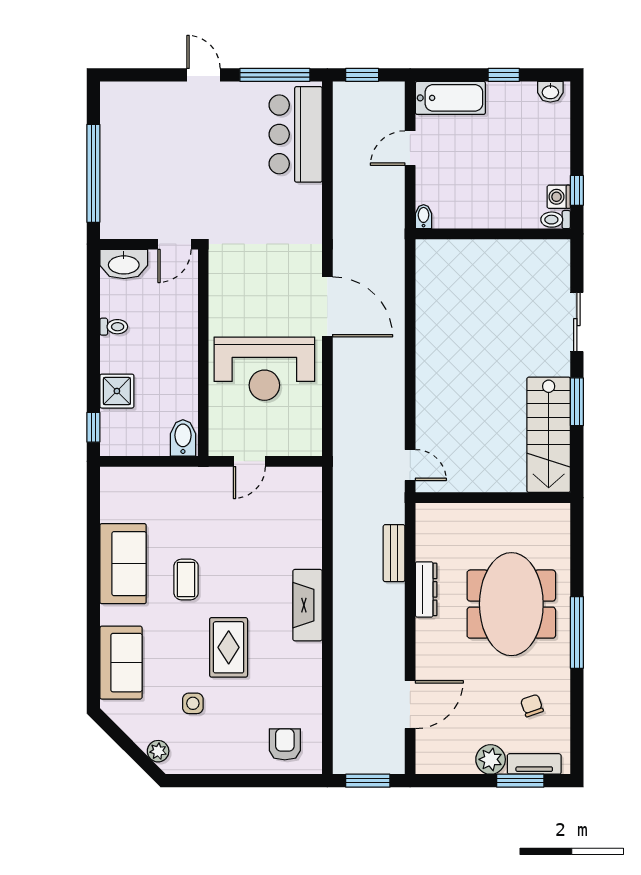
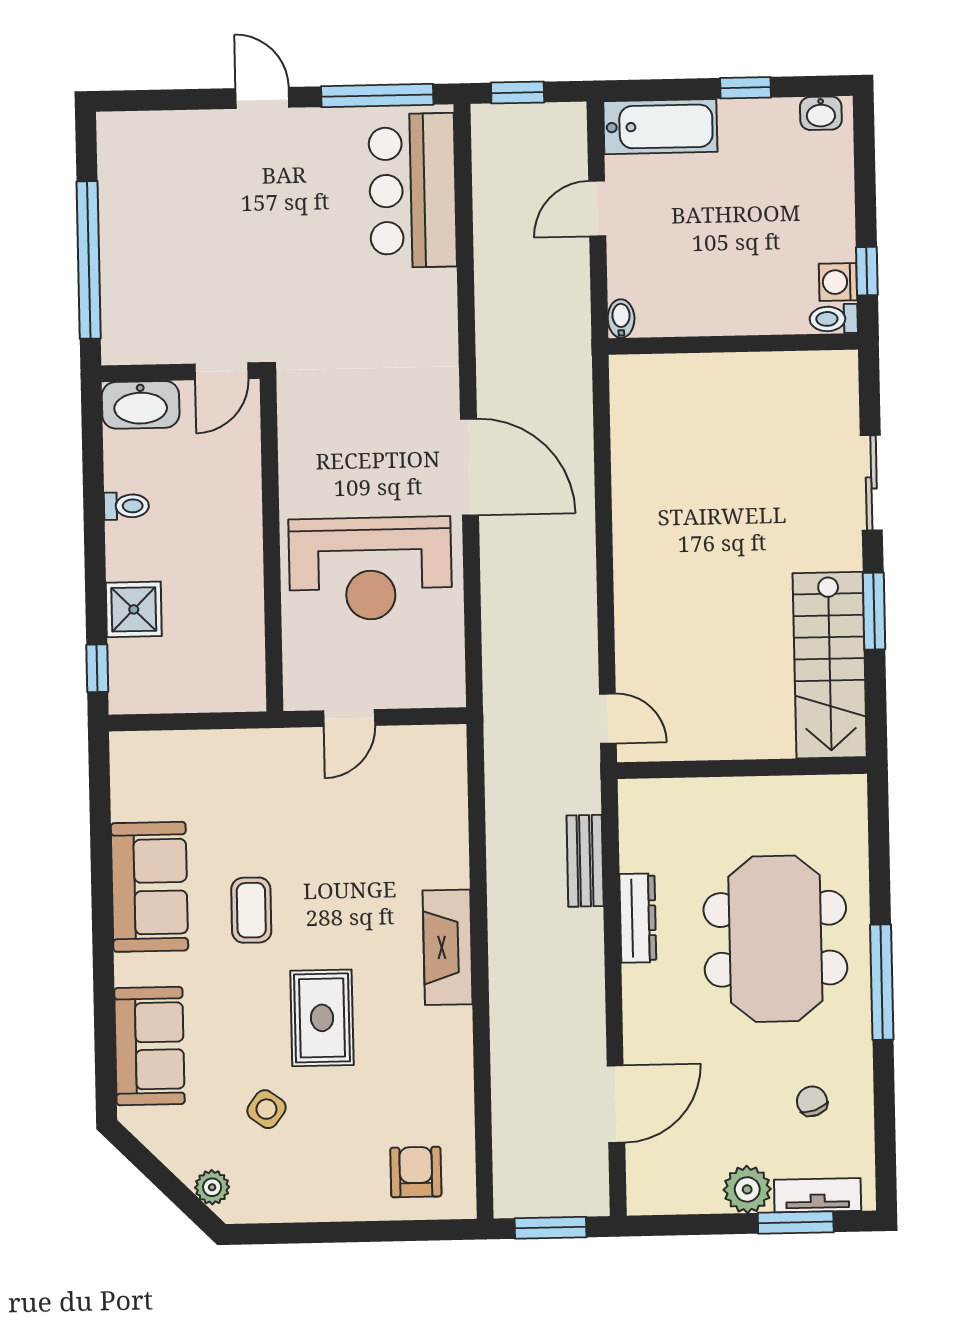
bidet: (183, 438) -> (242, 683), removed
side table: (193, 703) -> (266, 1109), turned 36

